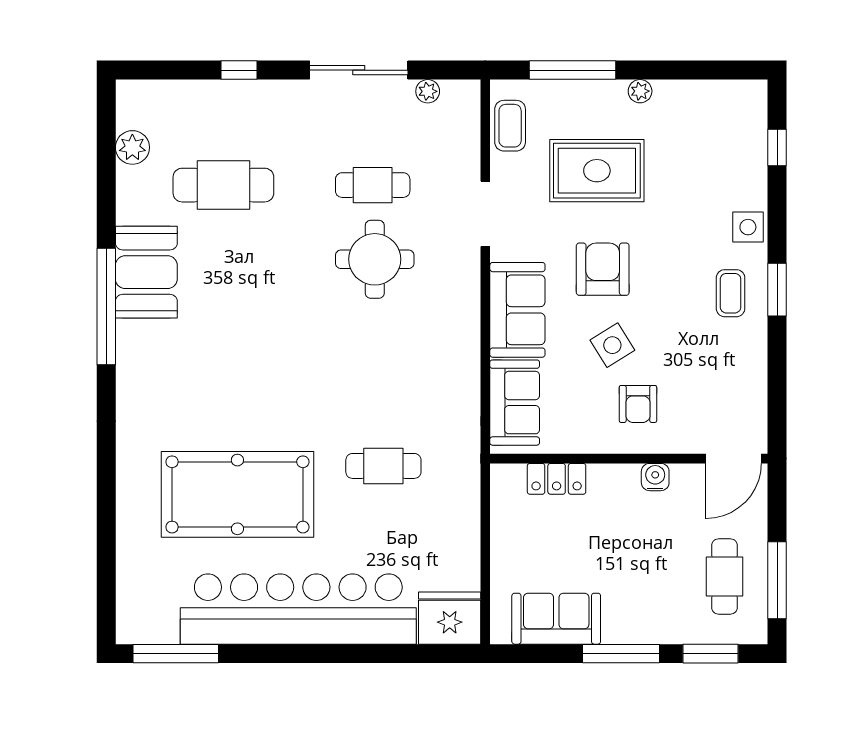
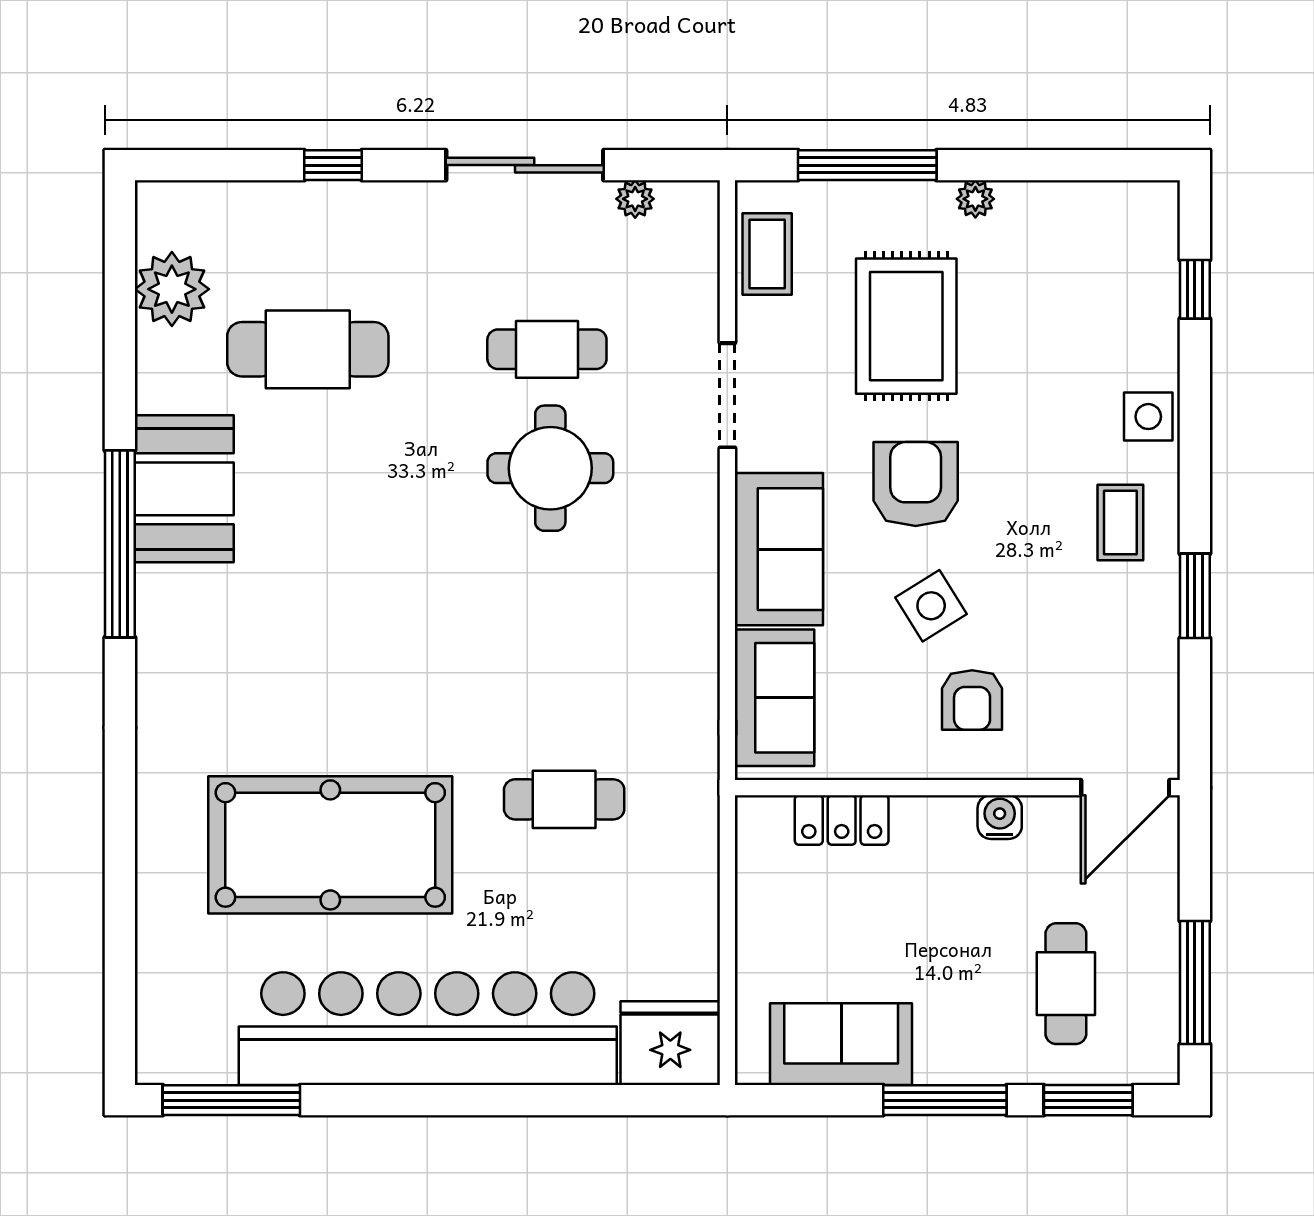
plant: (132, 147) -> (172, 289), width x1.36, depth x1.36
rug: (597, 171) -> (906, 326), turned 90
window: (777, 290) -> (1195, 596), moved
cafe table: (724, 576) -> (1066, 984), moved

